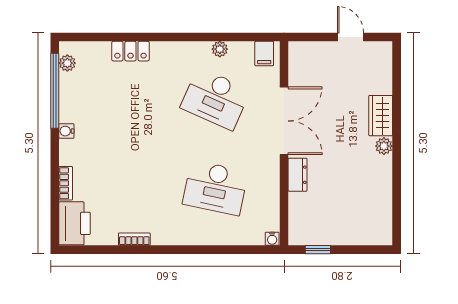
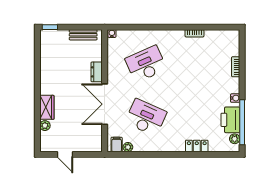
plant: (220, 49) -> (128, 147), moved
plant: (384, 146) -> (45, 126), moved
desk: (215, 188) -> (146, 64), turned -36
printer: (75, 223) -> (230, 120), moved
bench: (320, 237) -> (83, 35), added
window: (318, 250) -> (50, 27), moved

